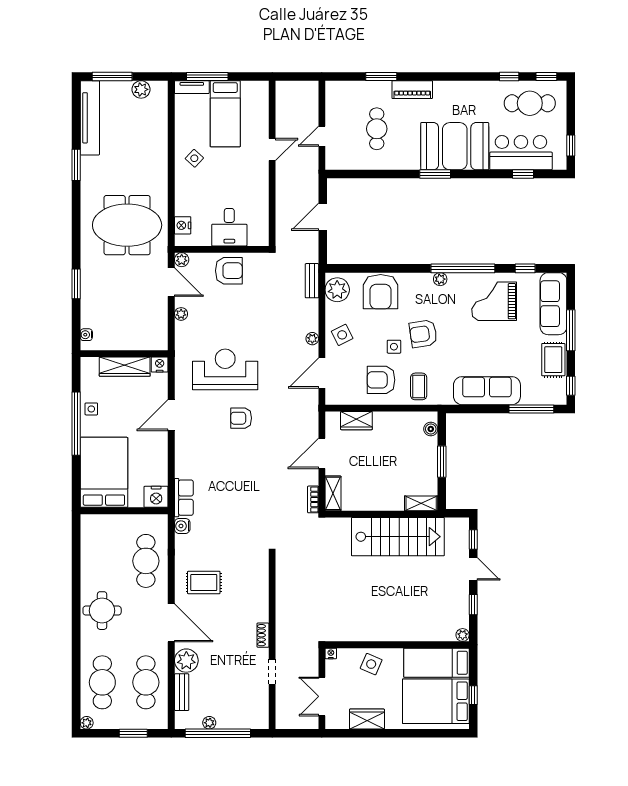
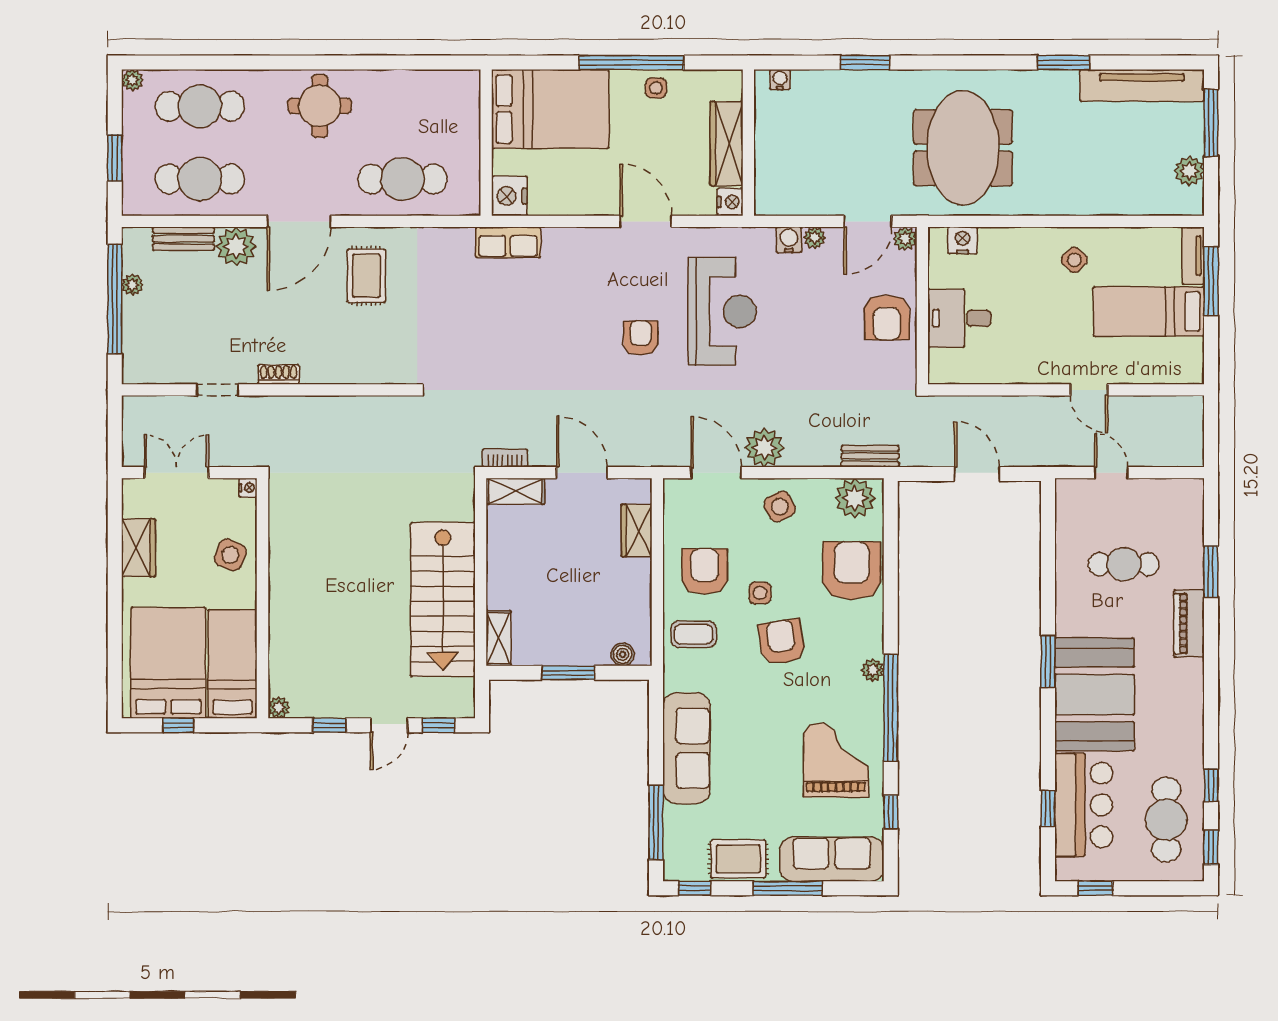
armchair: (381, 292) -> (852, 571), turned 90
plant: (312, 339) -> (764, 448), width x1.88, depth x1.88
water cooler: (182, 526) -> (789, 240), moved

